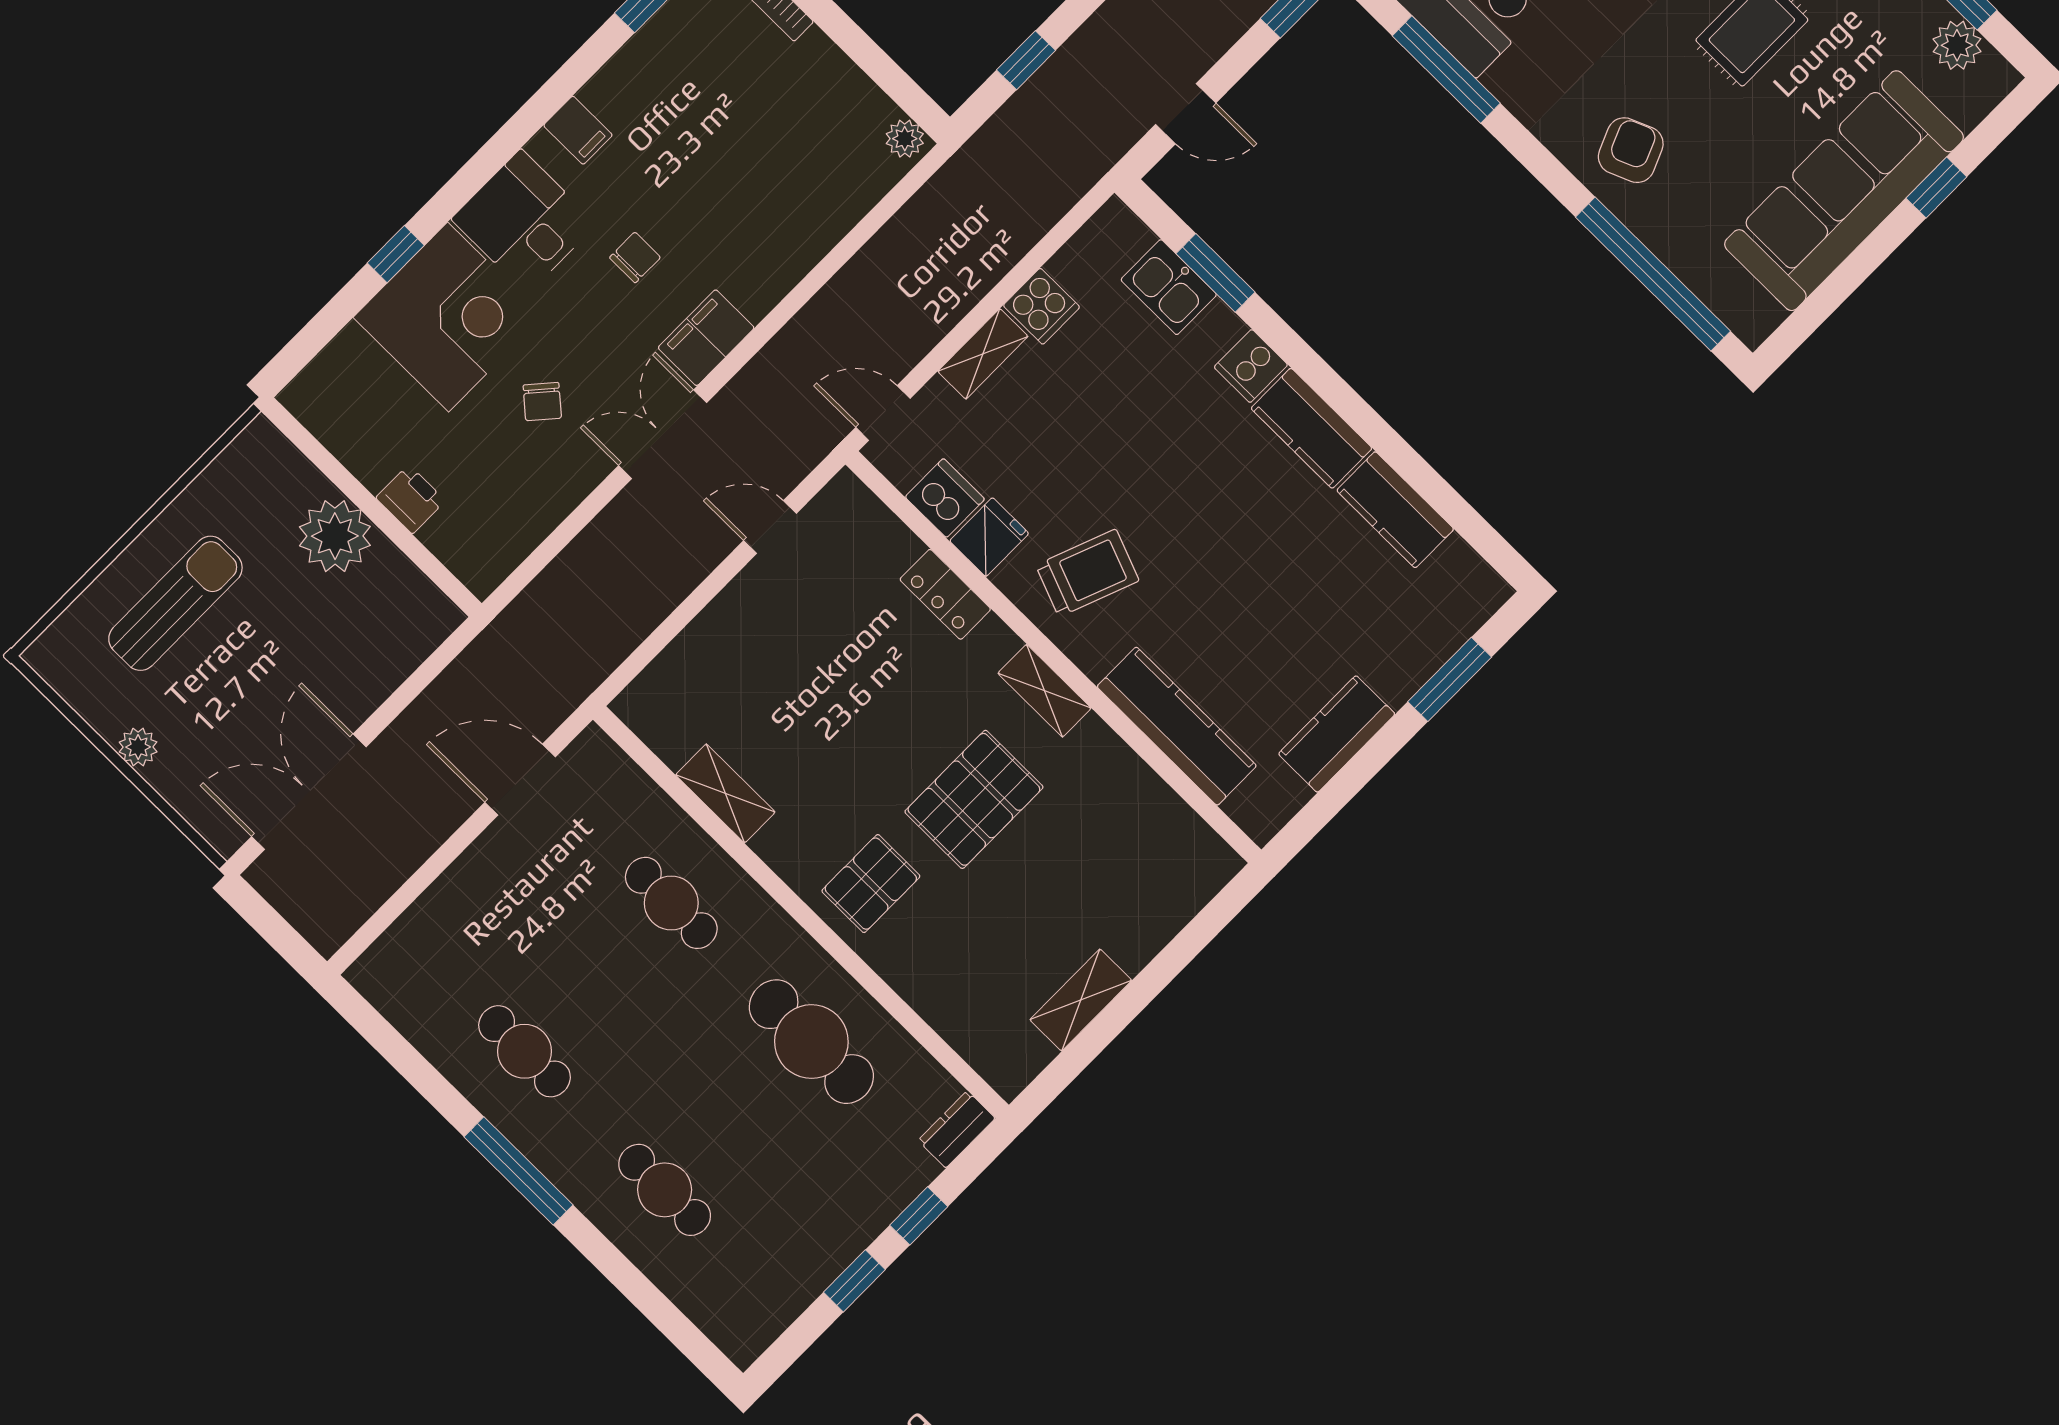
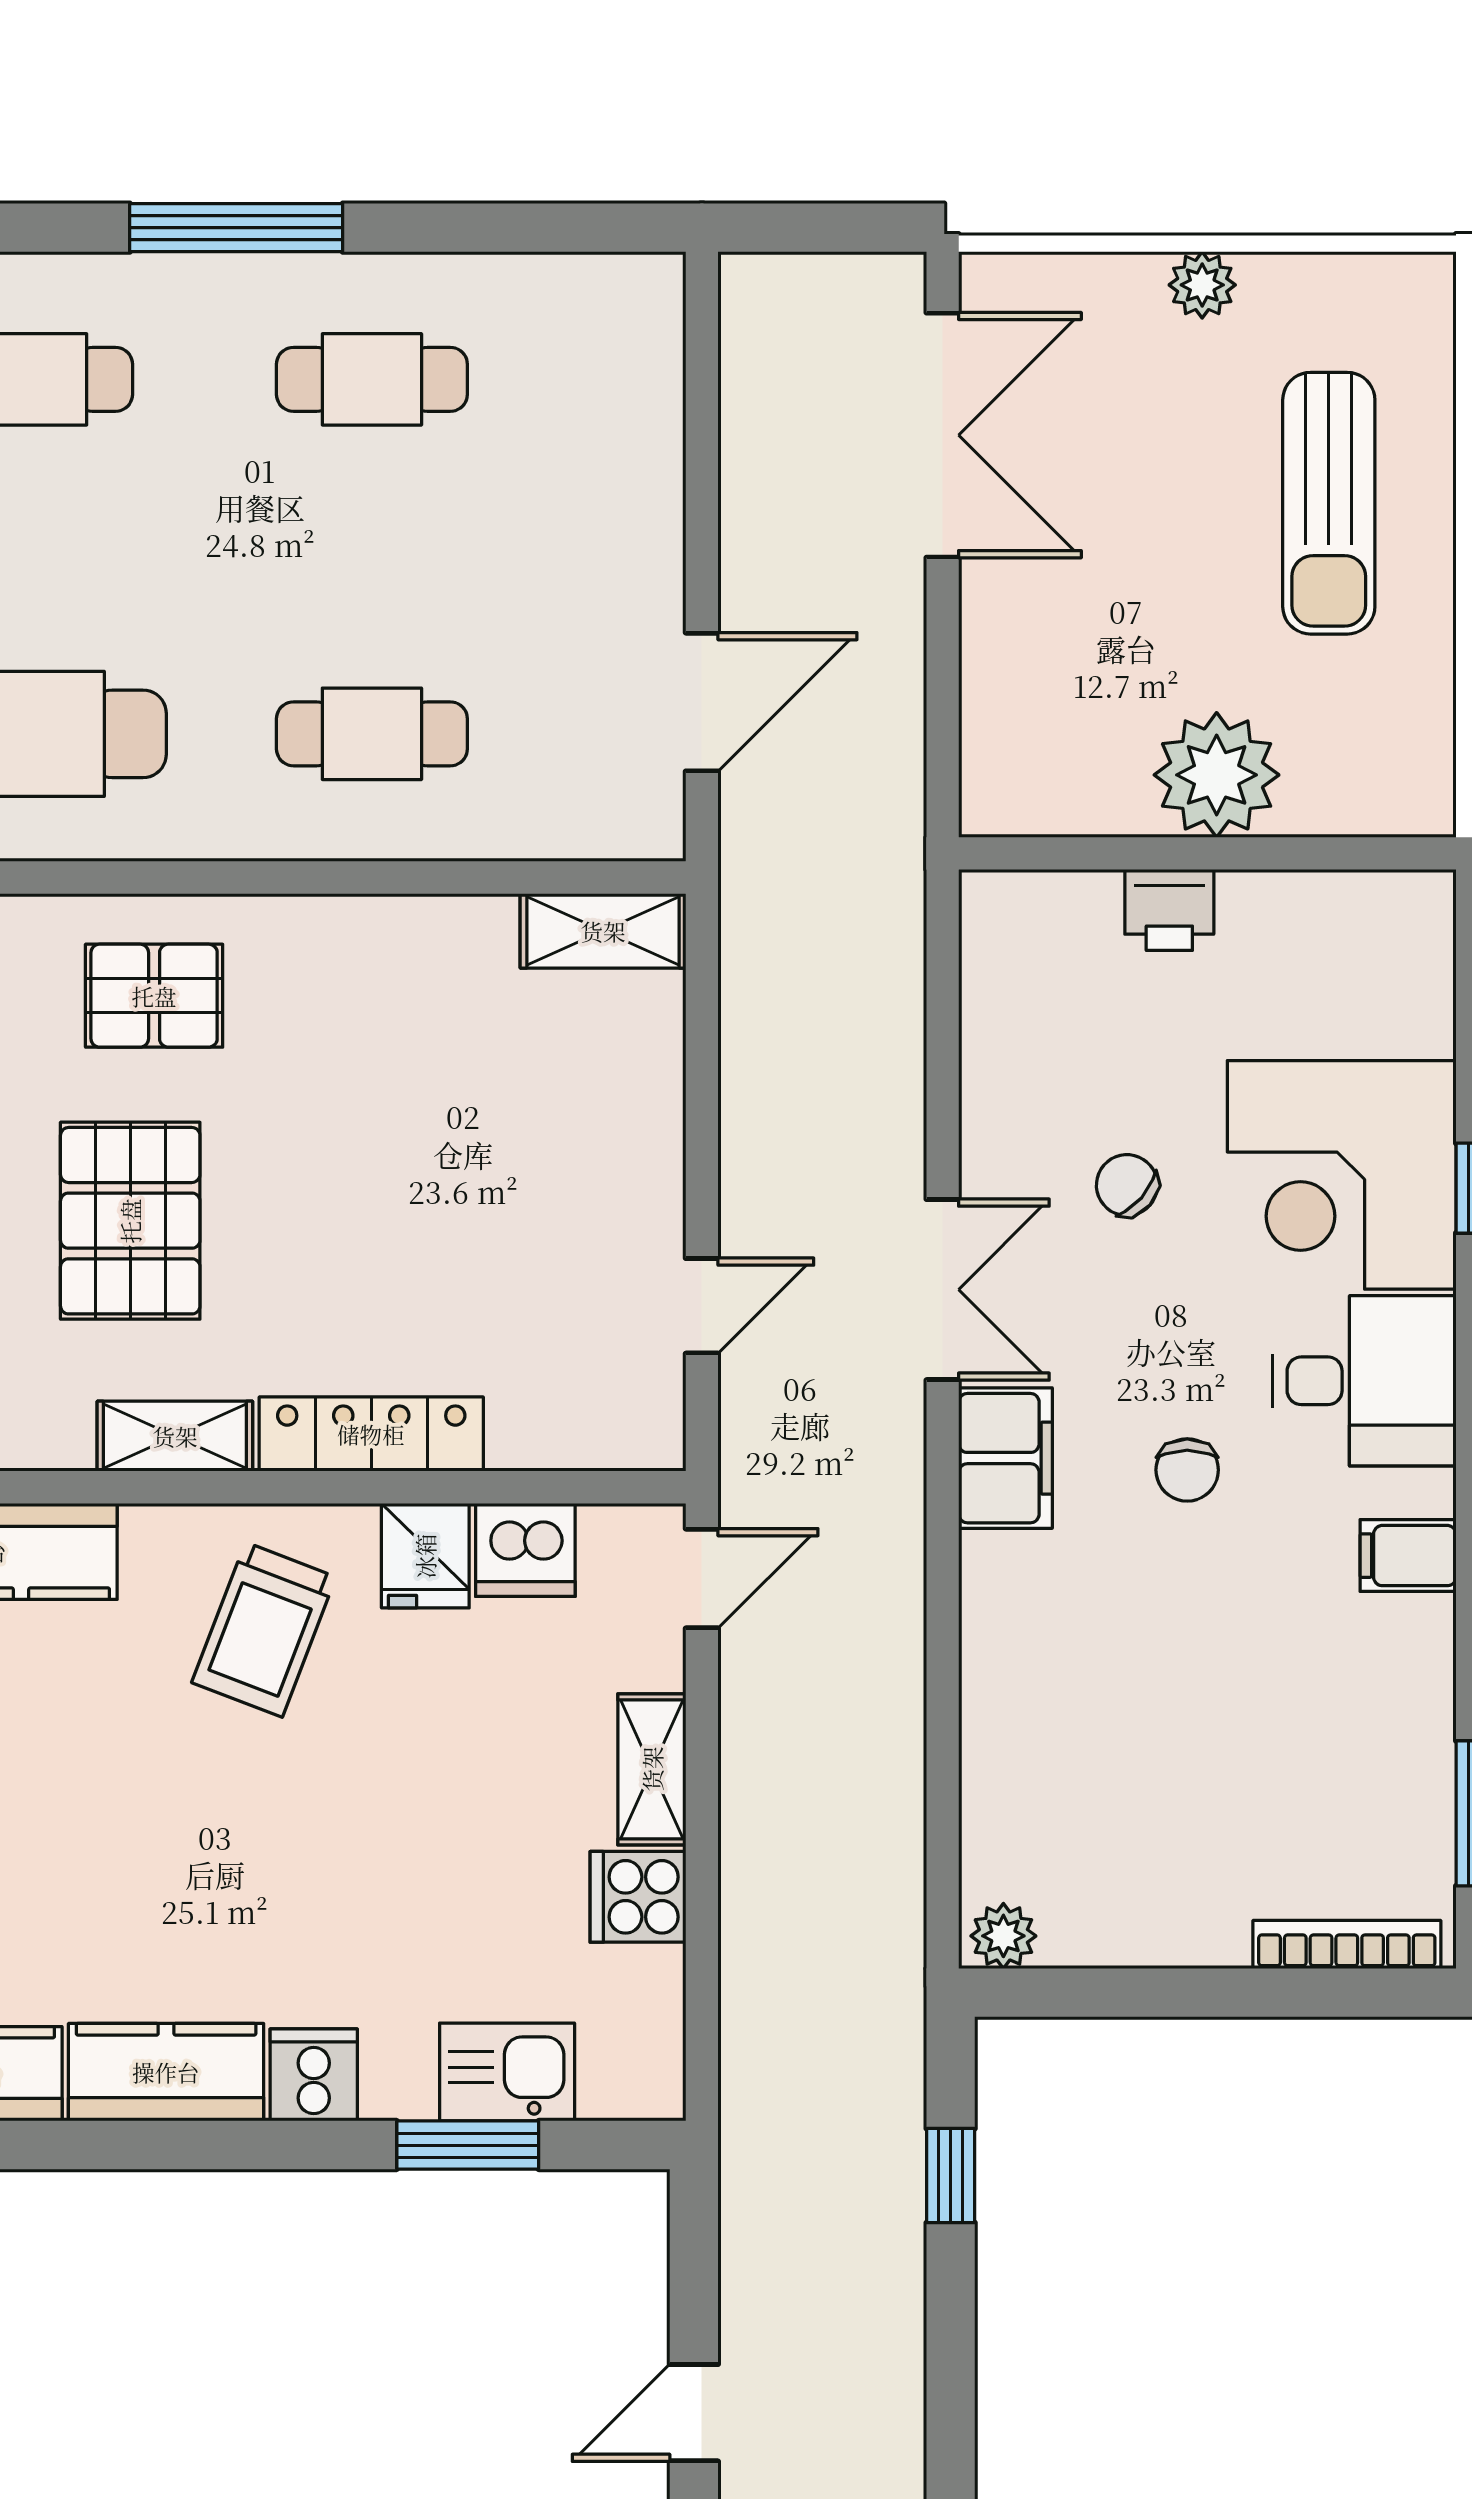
door: (1186, 114) -> (694, 2413), moved
locker: (945, 594) -> (371, 1434), width x1.53
shelving: (725, 793) -> (603, 931), moved
pallet: (871, 884) -> (154, 996), turned 90

